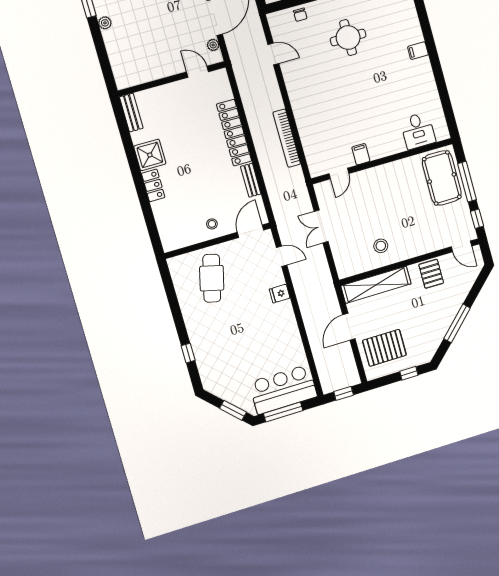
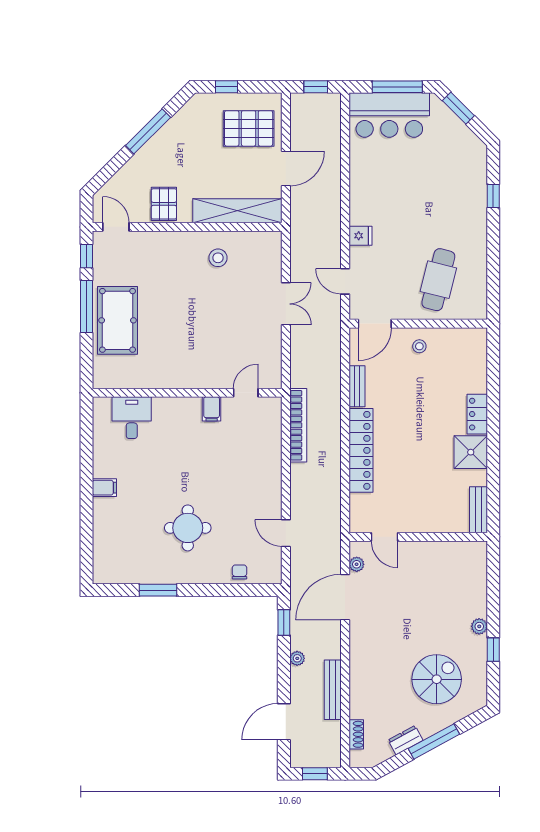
desk: (418, 131) -> (132, 418), moved
filing cabinet: (361, 154) -> (212, 409), moved
wall: (382, 161) -> (187, 393), moved
door: (339, 174) -> (246, 393), moved

